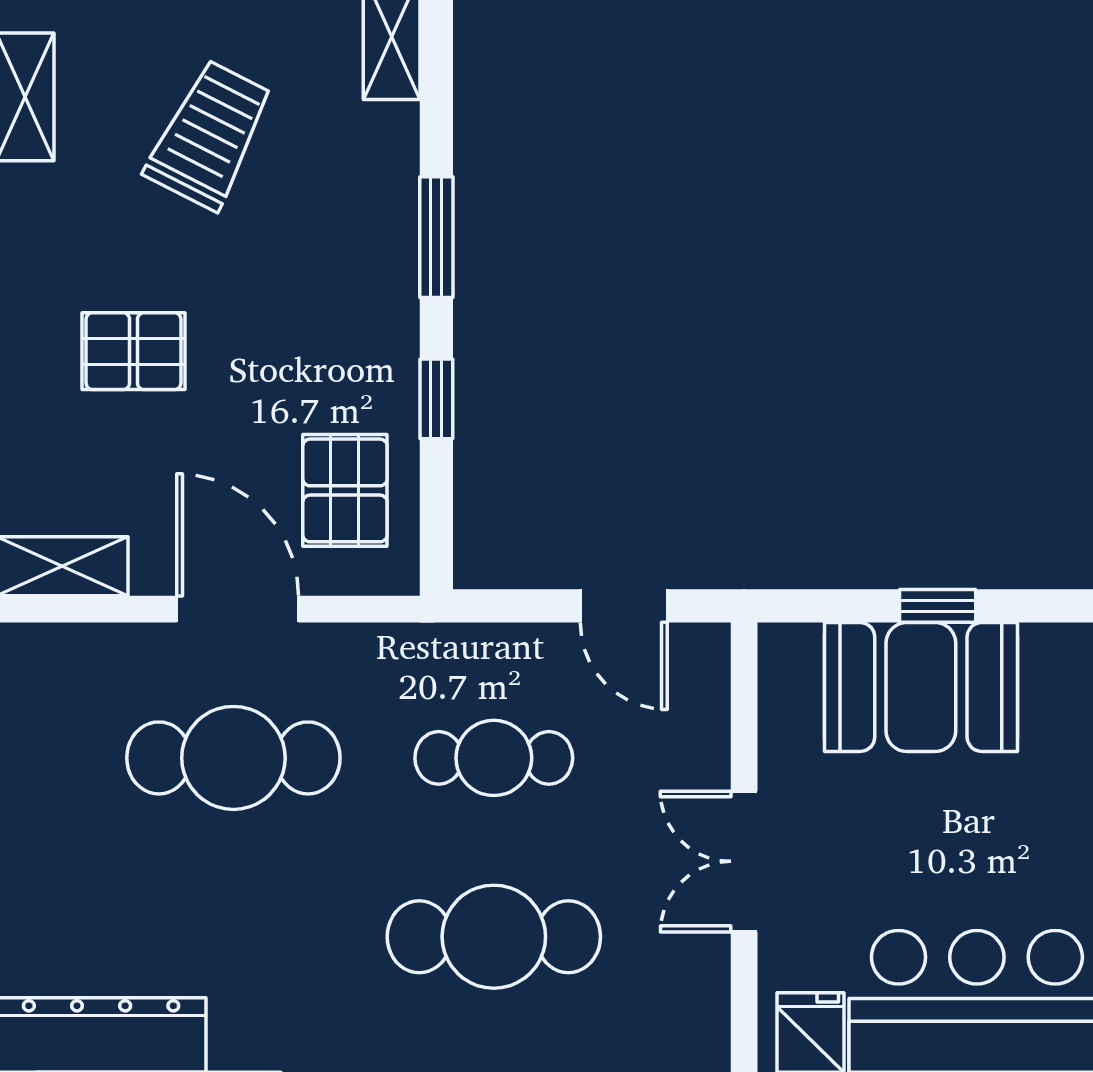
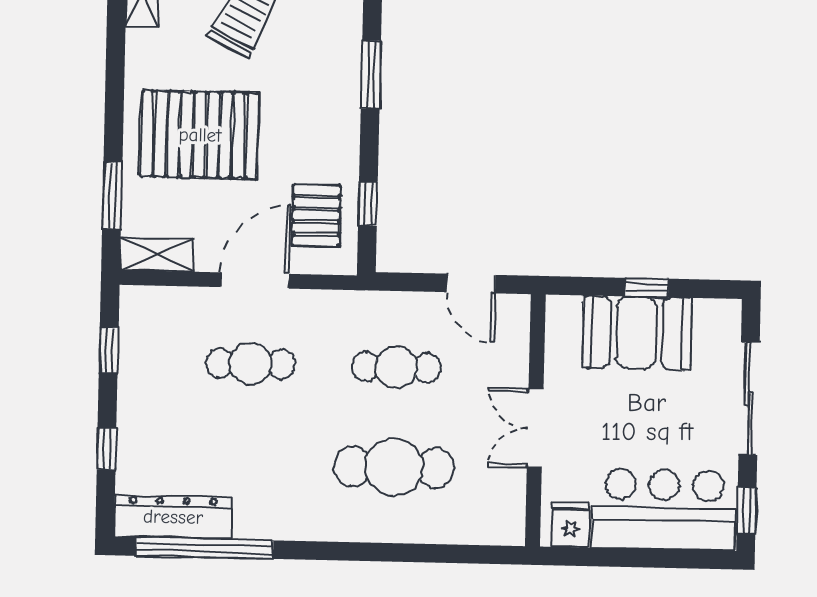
pallet: (134, 351) -> (200, 135), width x2.05, depth x2.00
window: (436, 399) -> (368, 204), moved
door: (238, 609) -> (255, 280), hinge flipped
cafe table: (233, 758) -> (251, 364), width x0.73, depth x0.74

